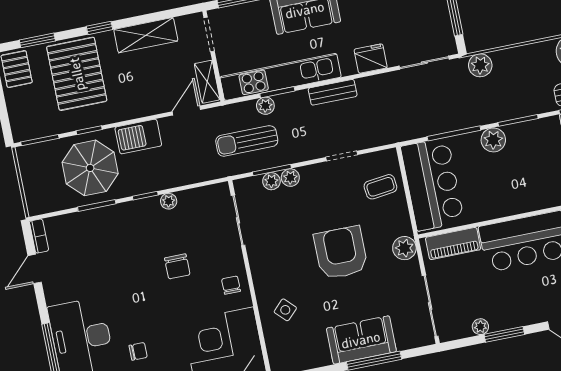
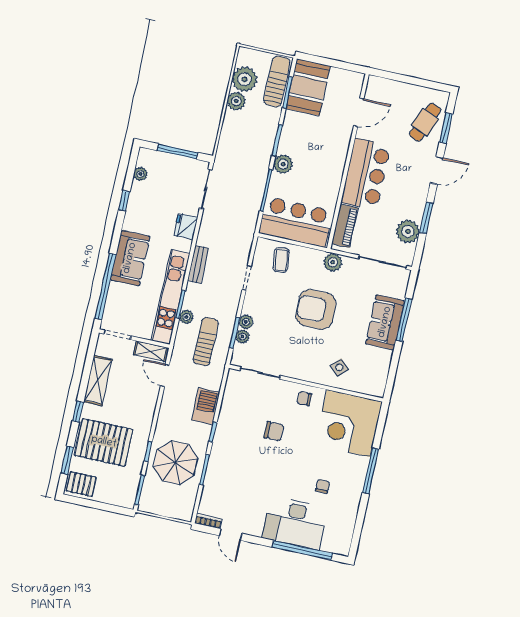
plant: (480, 65) -> (236, 101), moved
barbecue: (138, 137) -> (206, 406), moved, turned 180
sun lounger: (247, 141) -> (206, 342), turned 180
plant: (169, 201) -> (224, 417), removed
plant: (480, 327) -> (408, 231), width x1.88, depth x1.88

